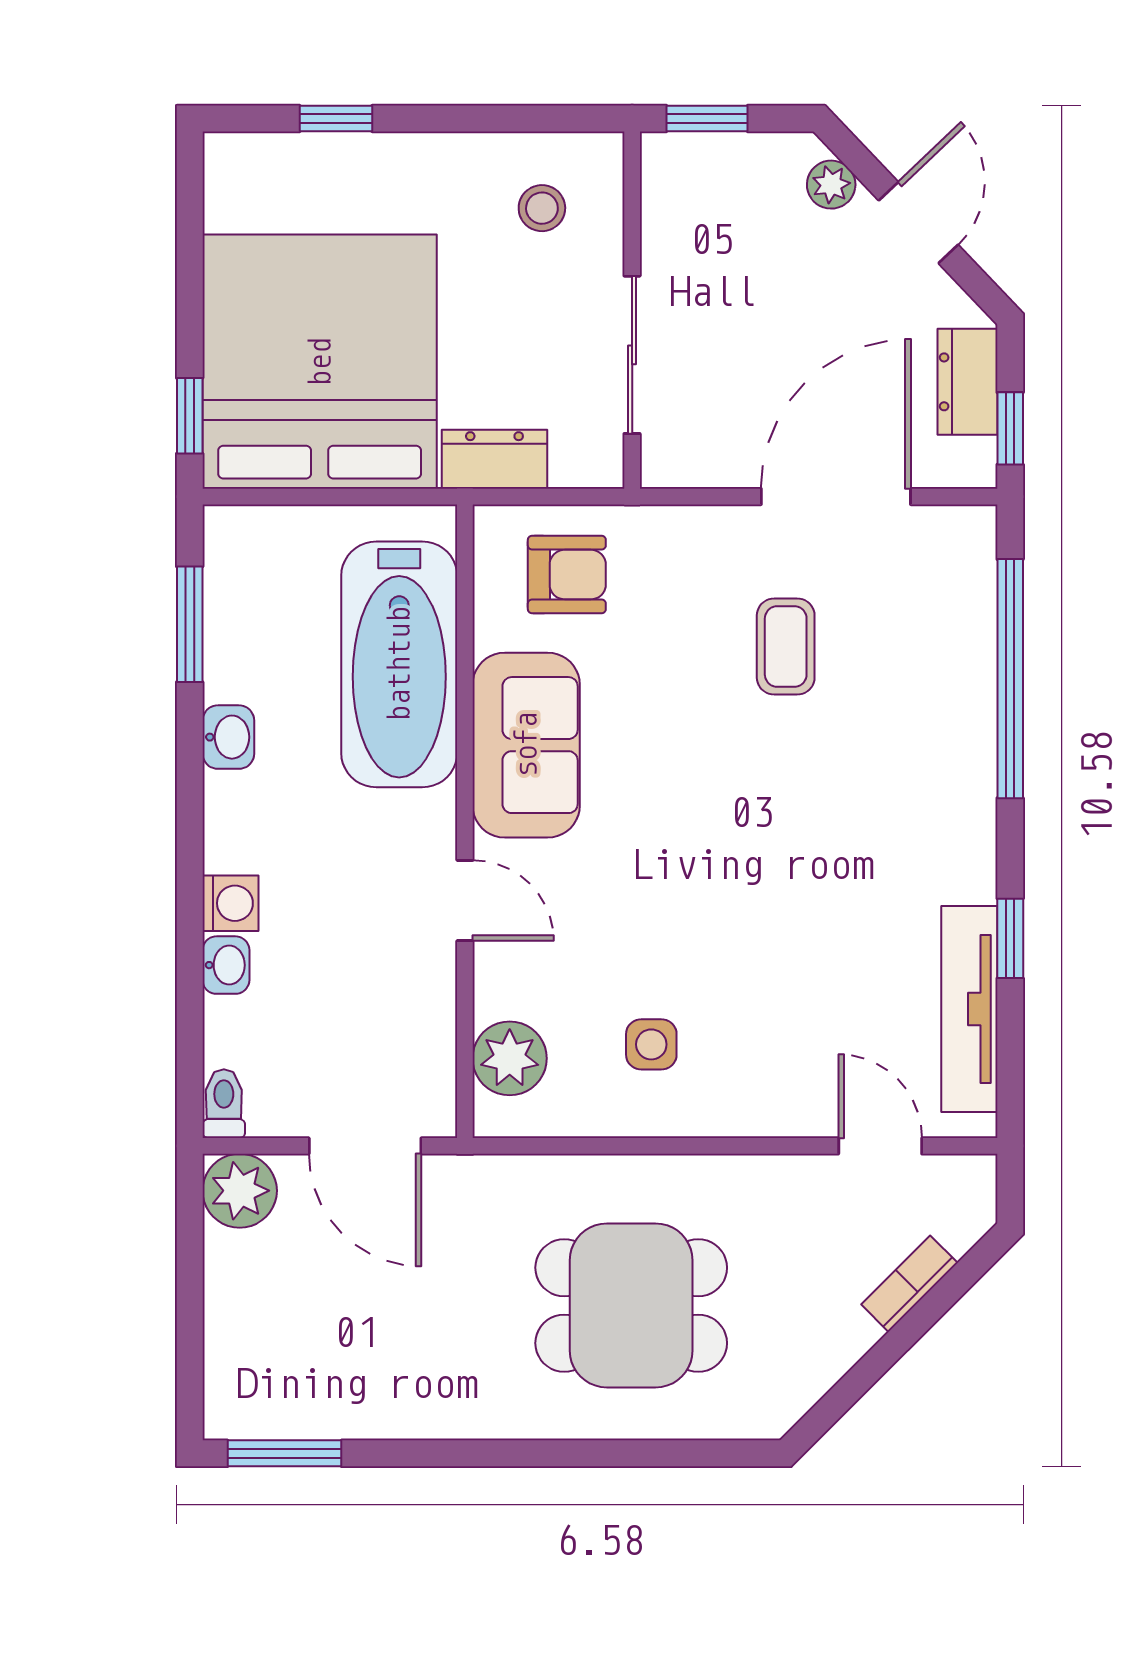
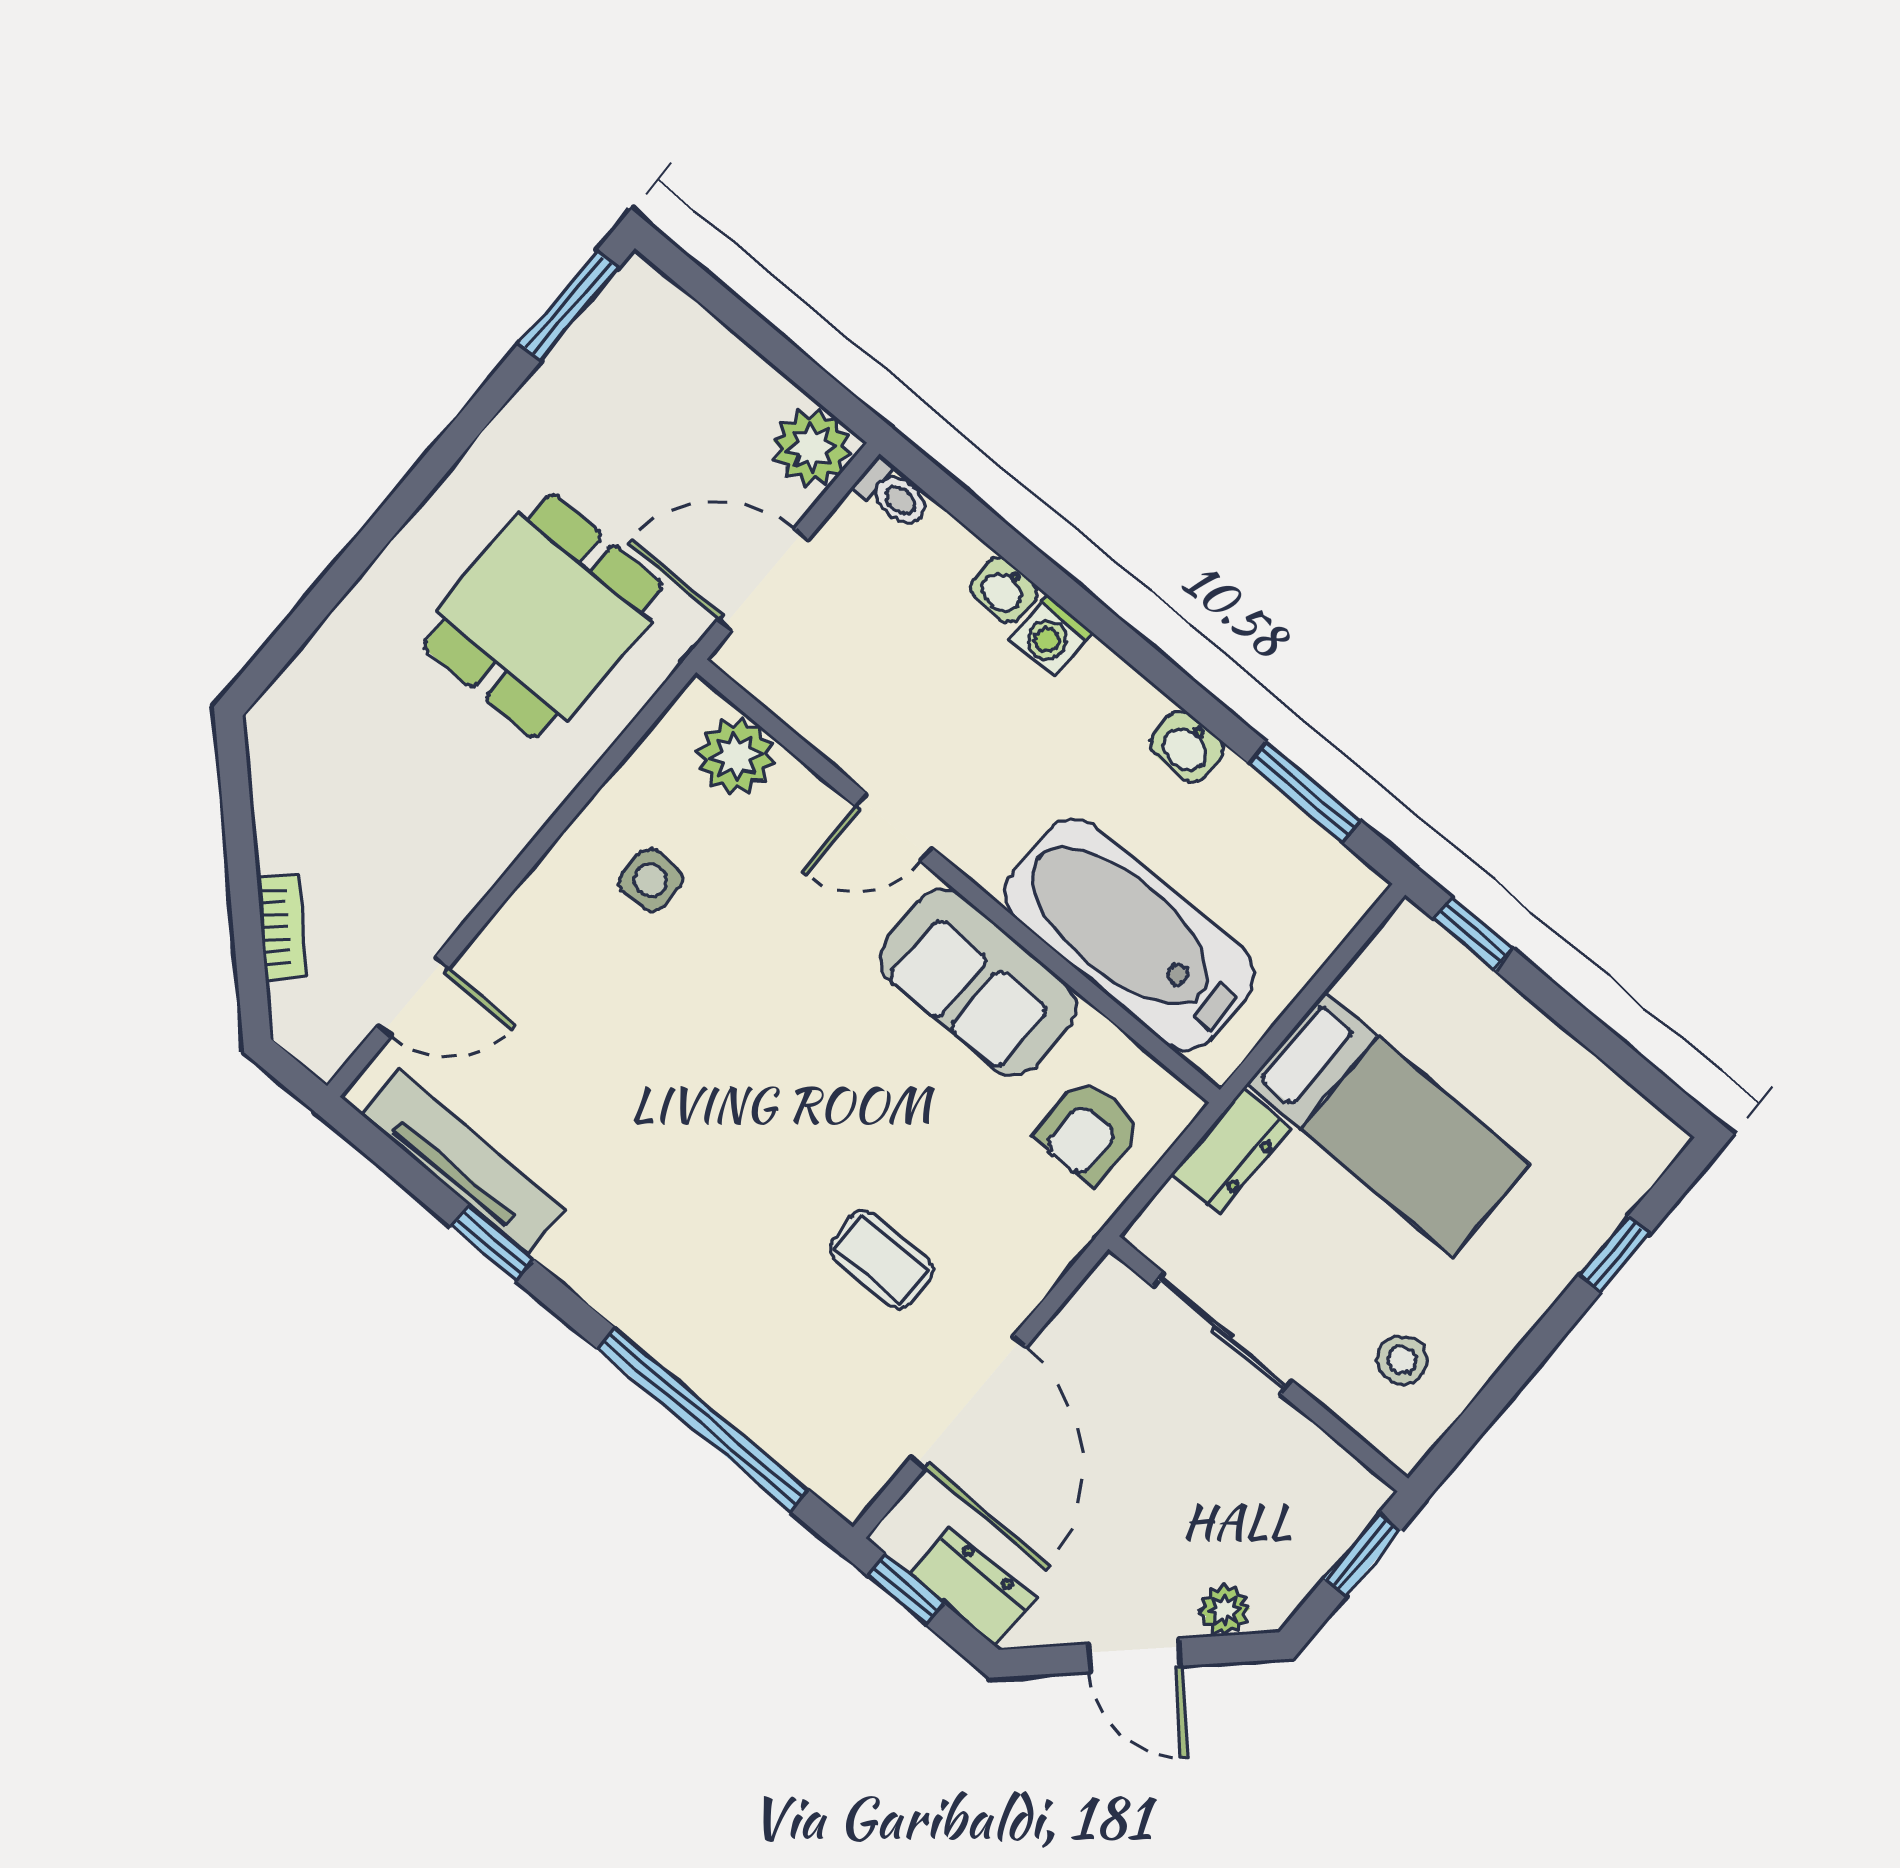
bed: (320, 362) -> (1388, 1124), width x0.49
dining table: (631, 1305) -> (543, 616), moved

